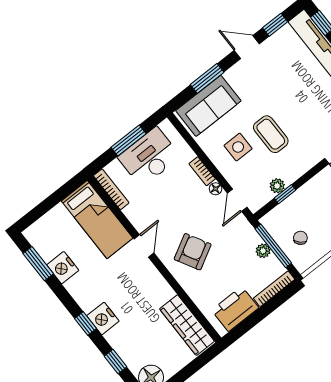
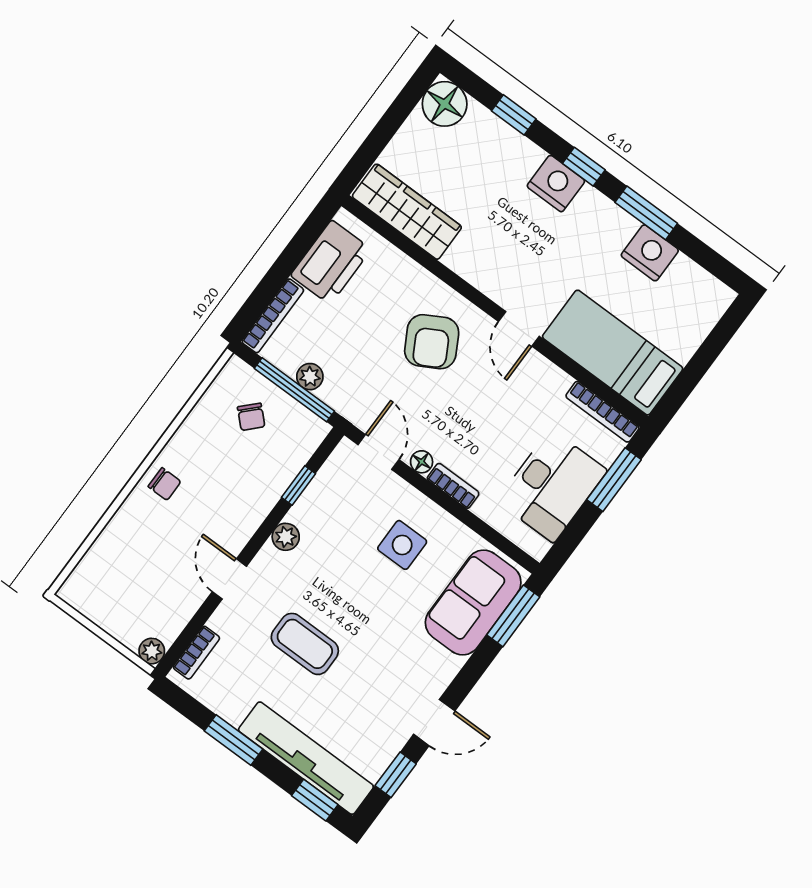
window: (207, 78) -> (513, 616), moved
coffee table: (271, 134) -> (305, 644), moved
window: (128, 140) -> (614, 480), moved
plant: (277, 186) -> (286, 537), moved
window: (38, 264) -> (646, 213), moved

